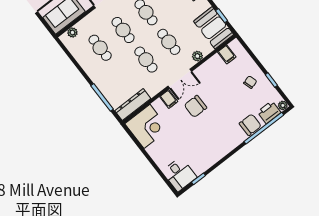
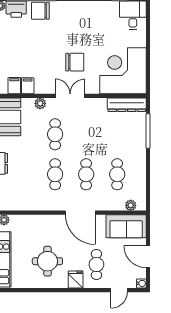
cafe table: (146, 60) -> (86, 134), removed
chair: (250, 82) -> (13, 47), removed
filing cabinet: (169, 99) -> (28, 86), moved
corner desk: (147, 126) -> (123, 71), width x1.36, depth x1.36

